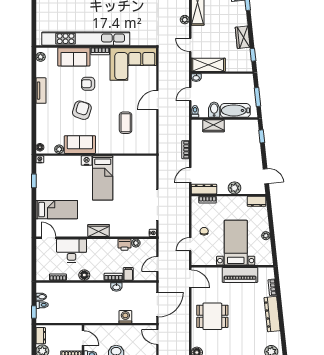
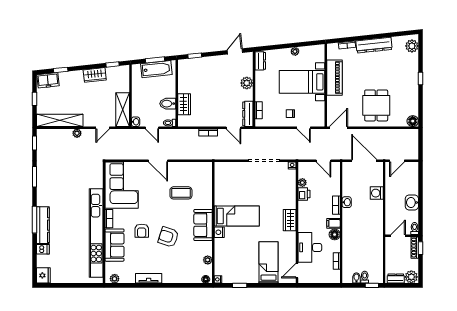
bathtub: (235, 110) -> (156, 69), moved, turned -96
sofa: (80, 145) -> (203, 225), moved
filing cabinet: (128, 274) -> (333, 223), moved

